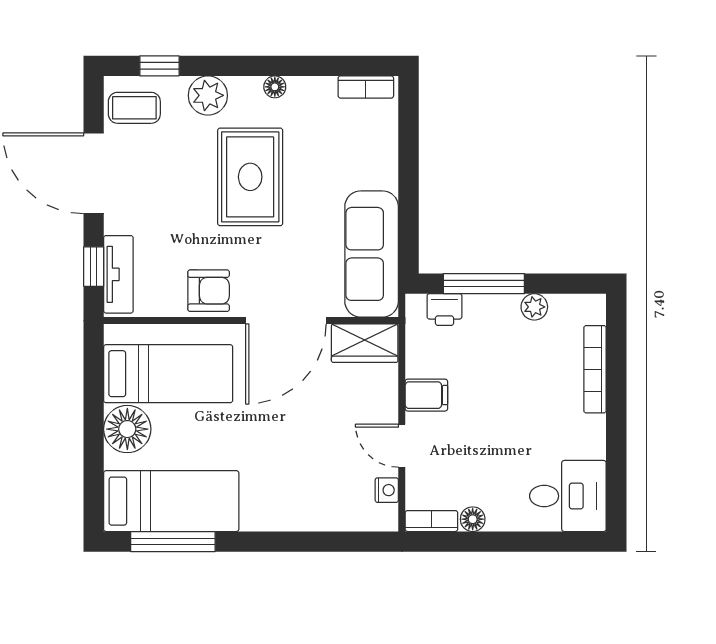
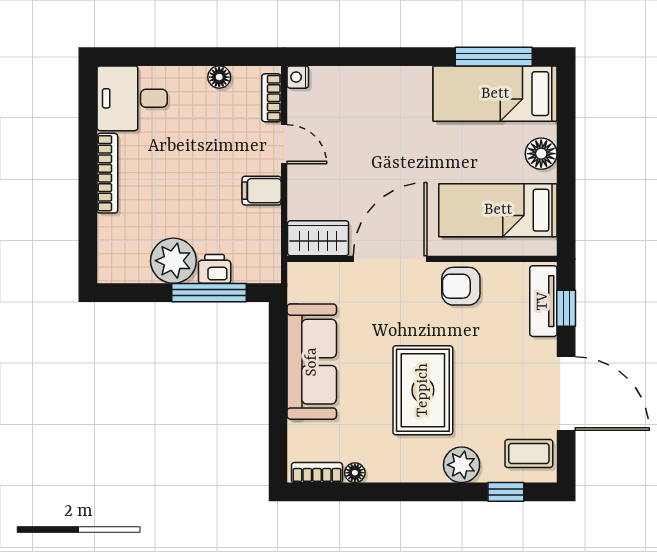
floor lamp: (275, 87) -> (355, 473), moved
sofa: (372, 254) -> (312, 362), moved
plant: (534, 307) -> (173, 261), width x1.87, depth x1.87
printer: (444, 310) -> (215, 269), moved
bookcase: (595, 369) -> (107, 173), moved
floor lamp: (127, 429) -> (541, 154), width x0.73, depth x0.73
nightstand: (387, 490) -> (298, 77), moved
bookcase: (431, 521) -> (271, 98), moved, turned 90

